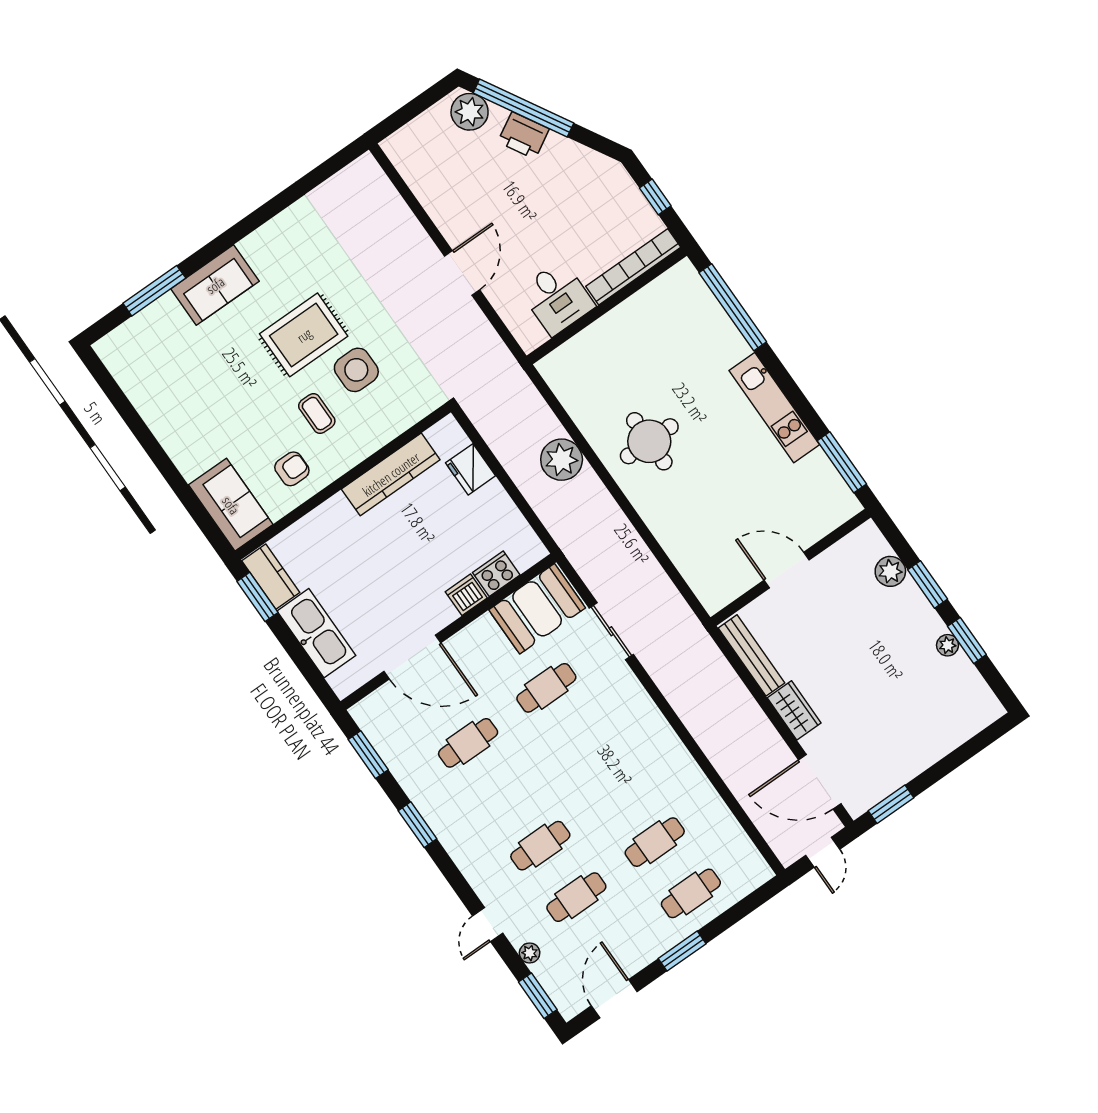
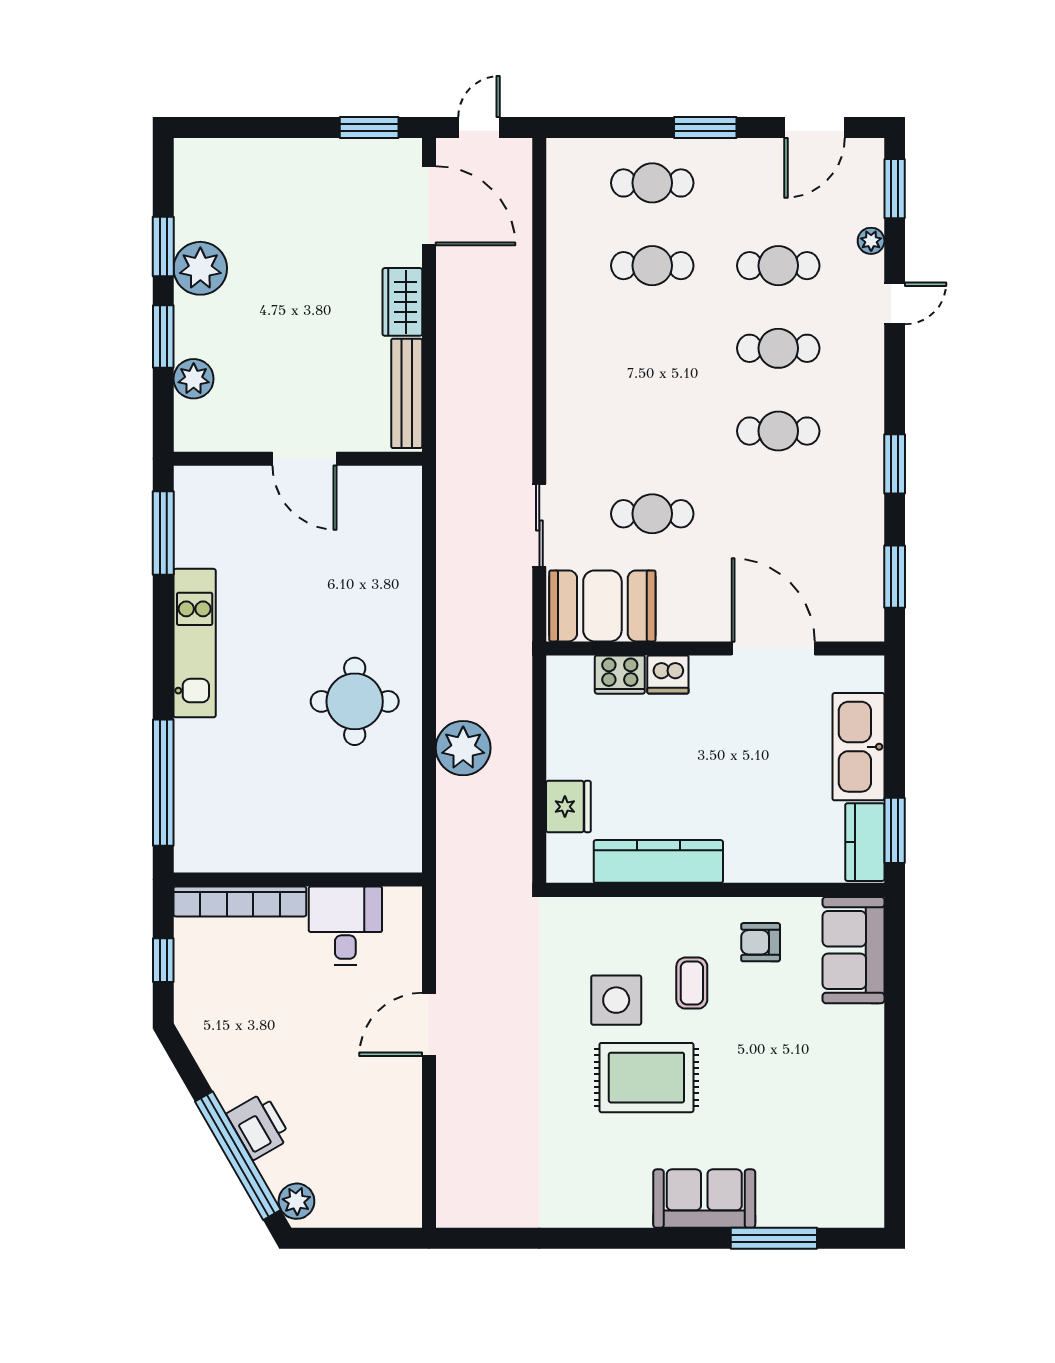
plant: (470, 112) -> (296, 1201), width x0.73, depth x0.73
plant: (948, 645) -> (200, 268), width x1.88, depth x1.88
cafe table: (468, 743) -> (778, 431), moved

